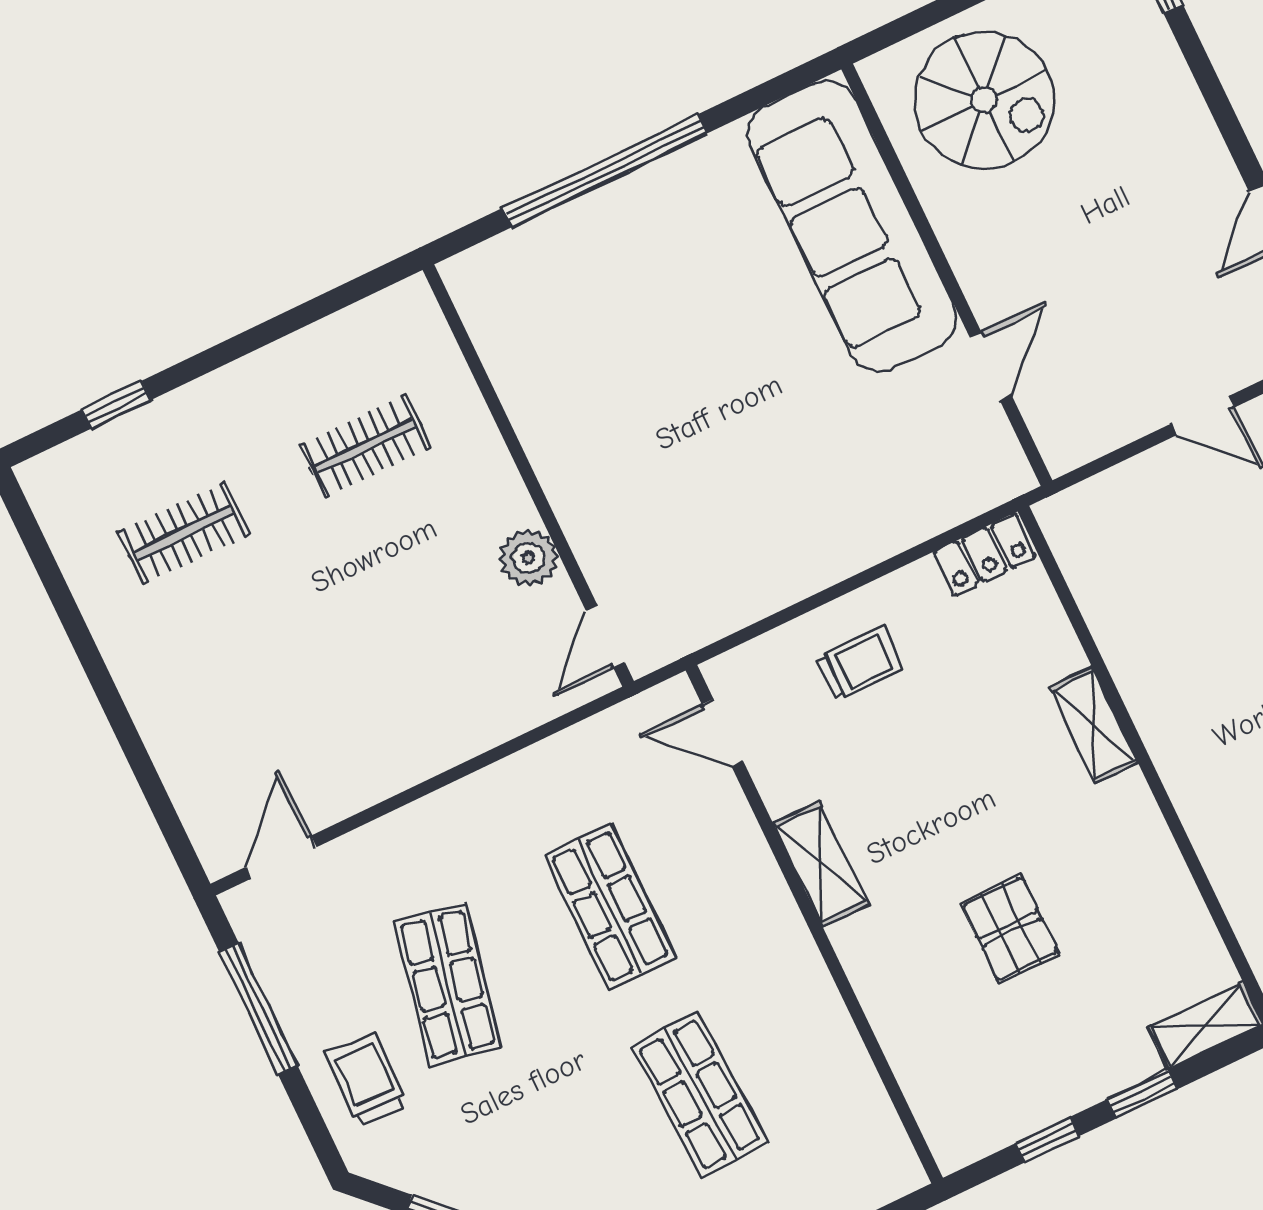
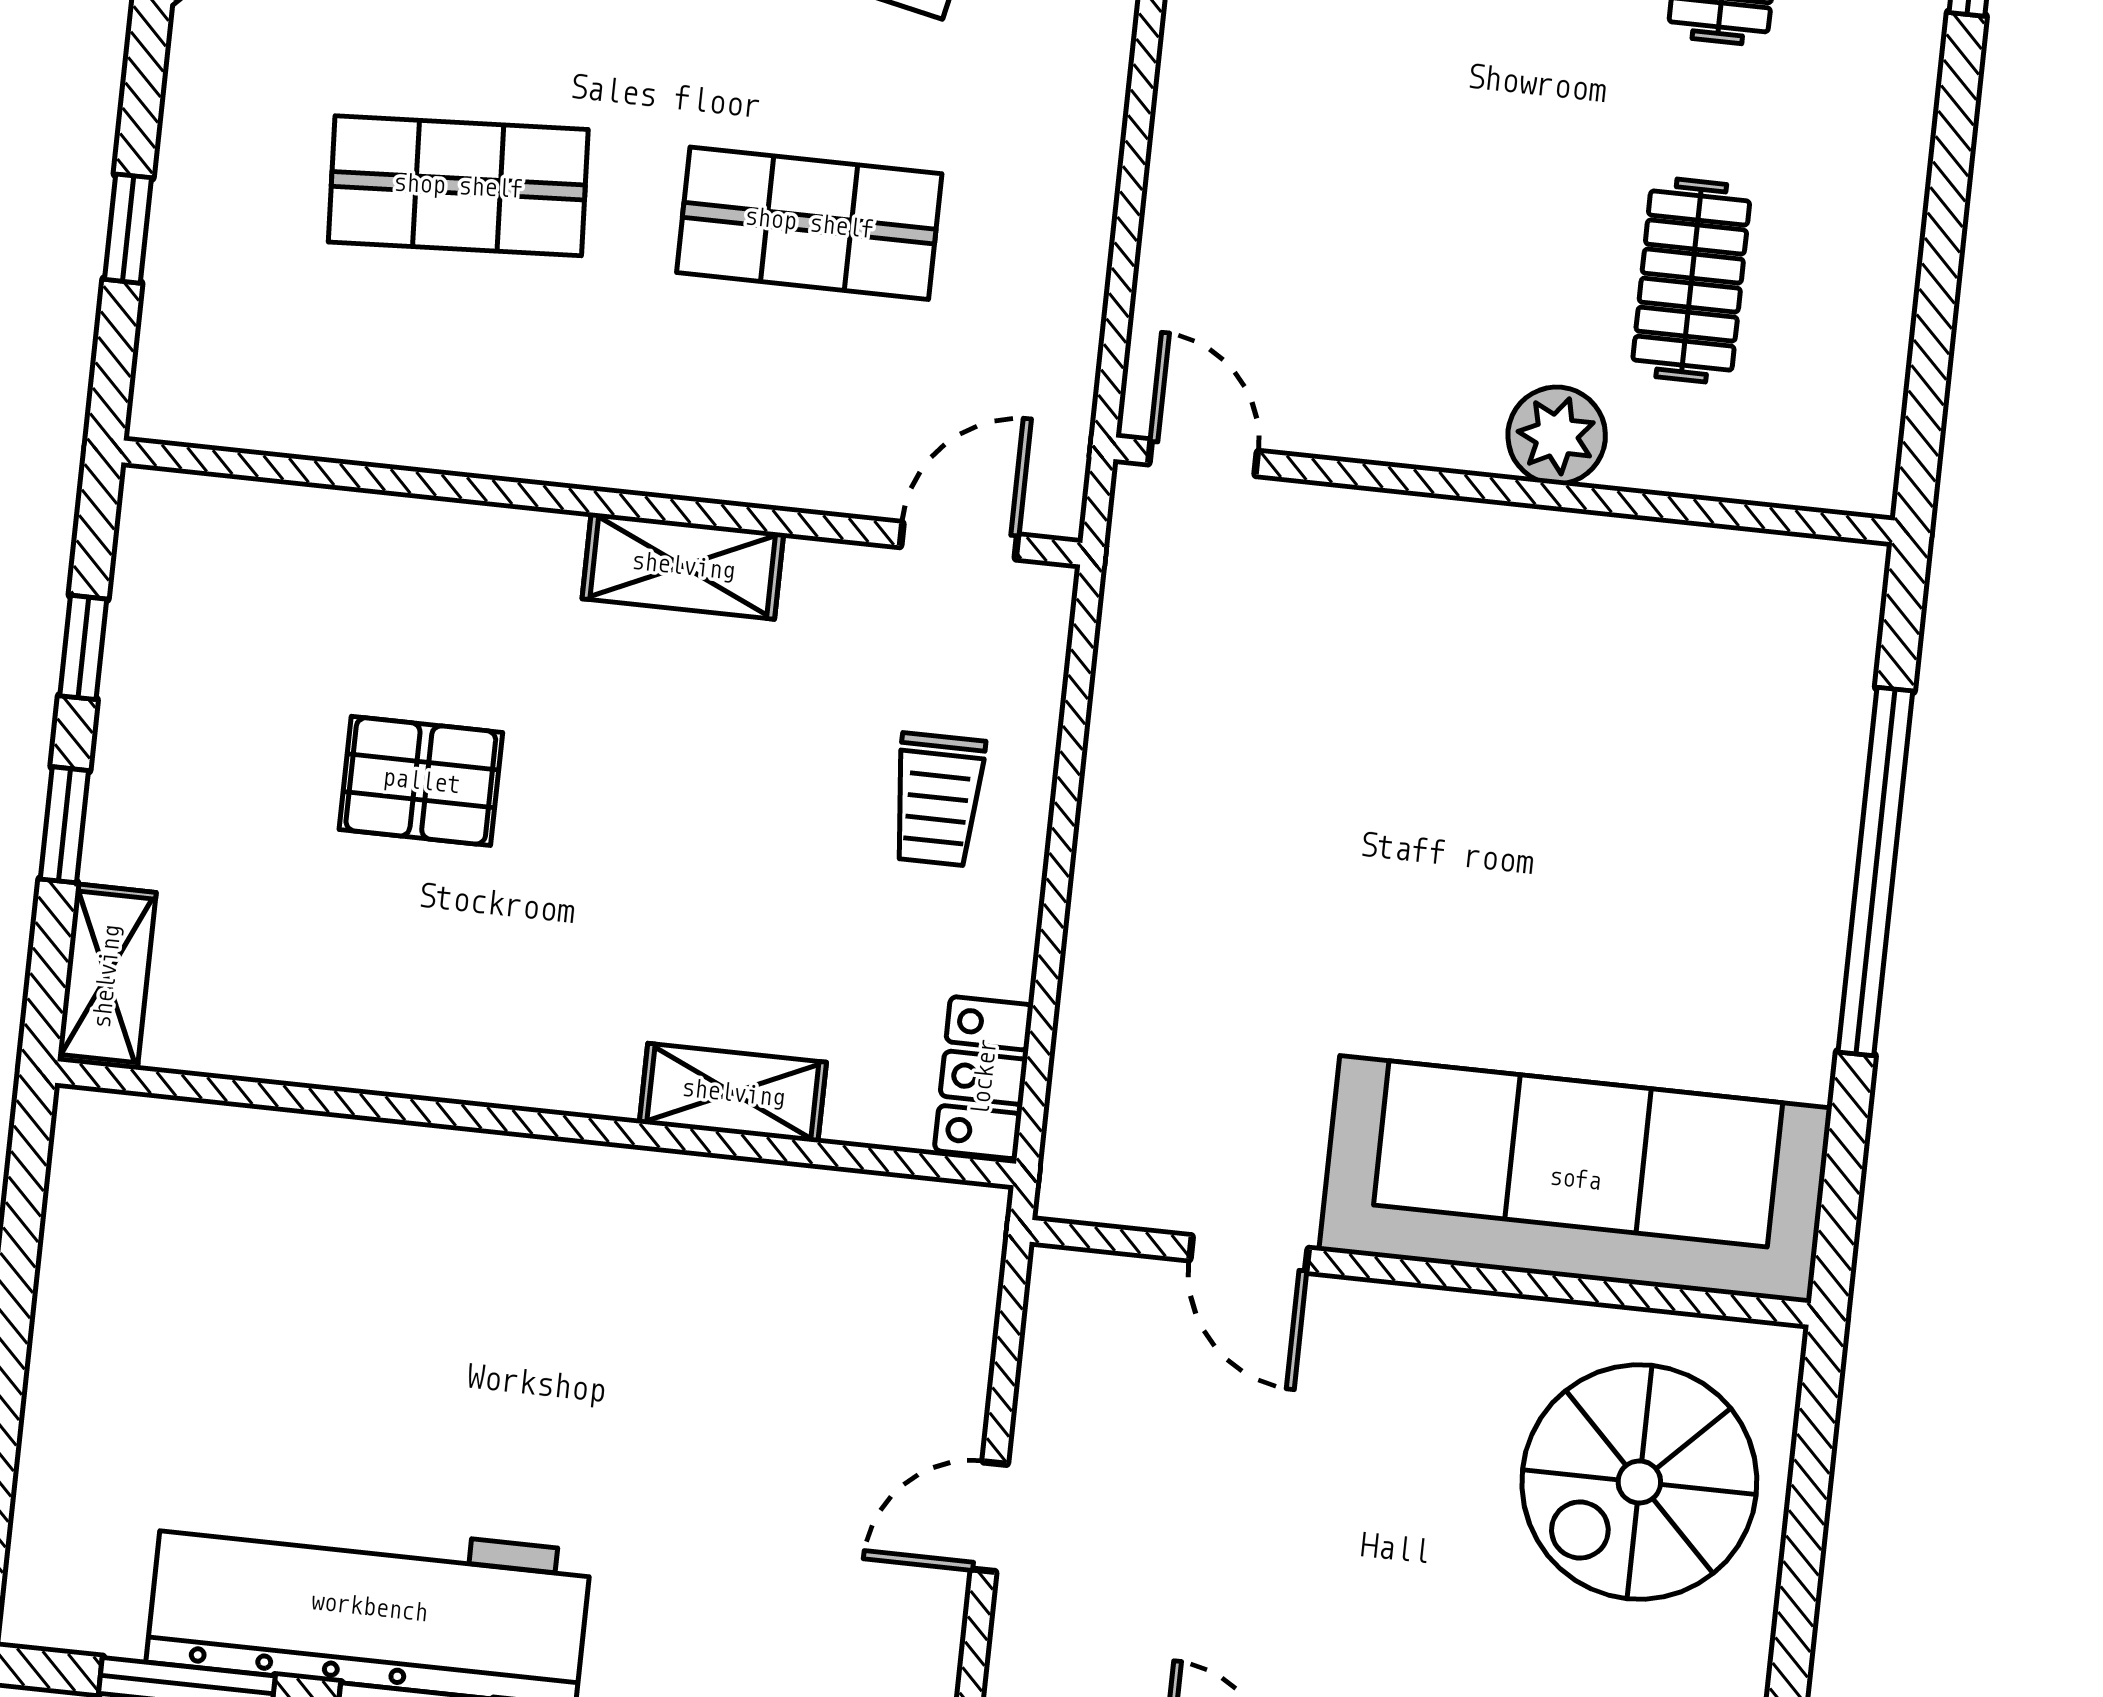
plant: (529, 558) -> (1557, 436), moved
shelving: (1093, 725) -> (733, 1093), moved

